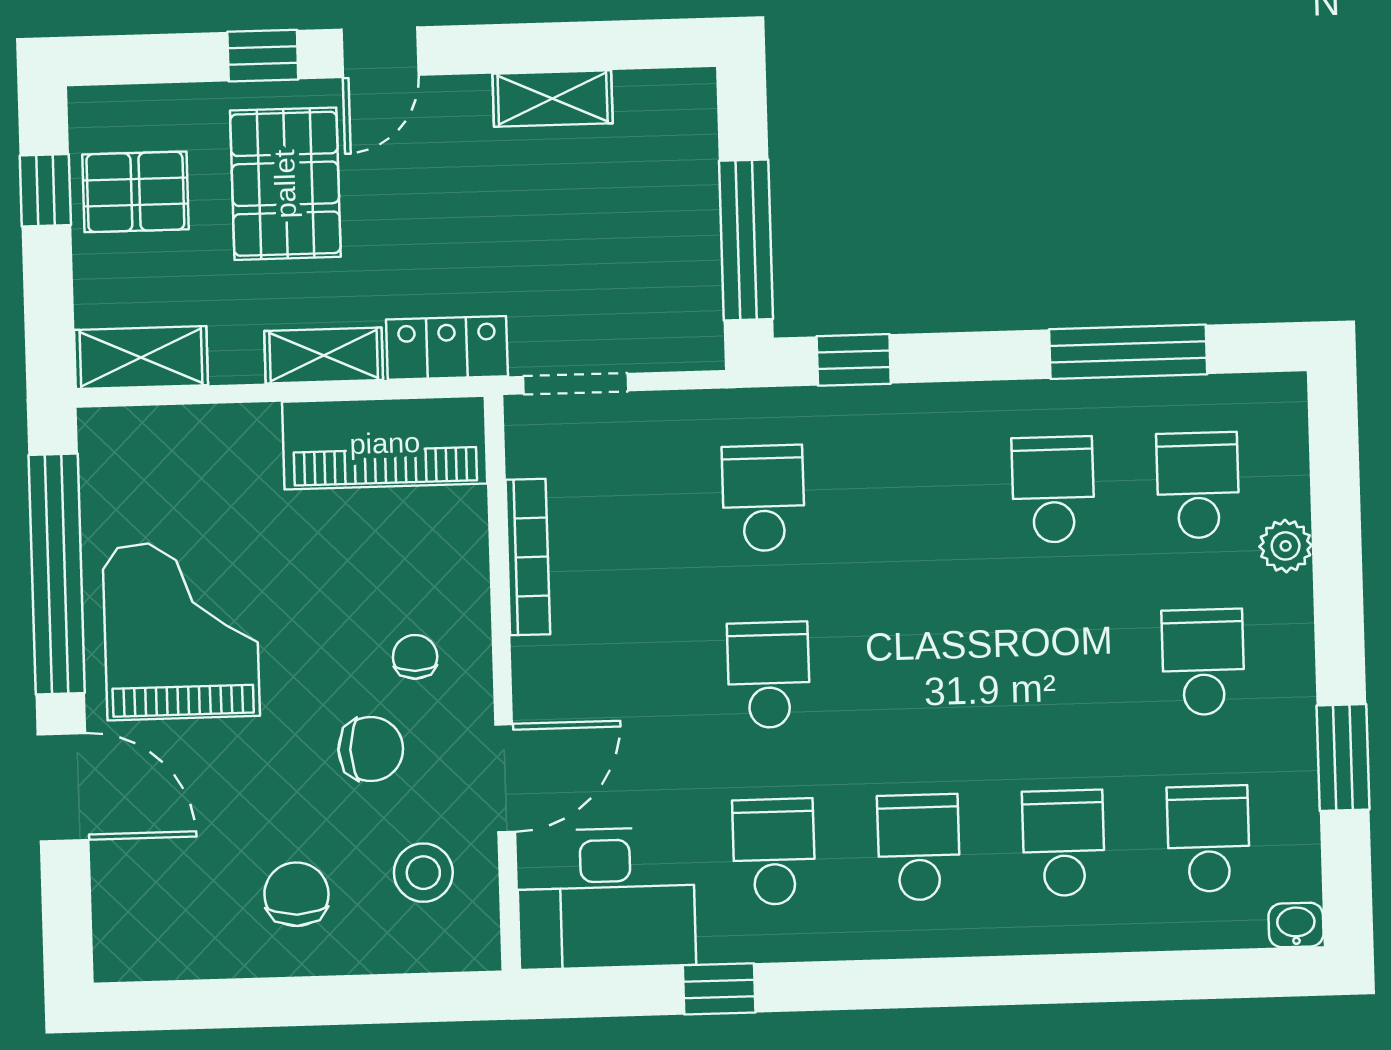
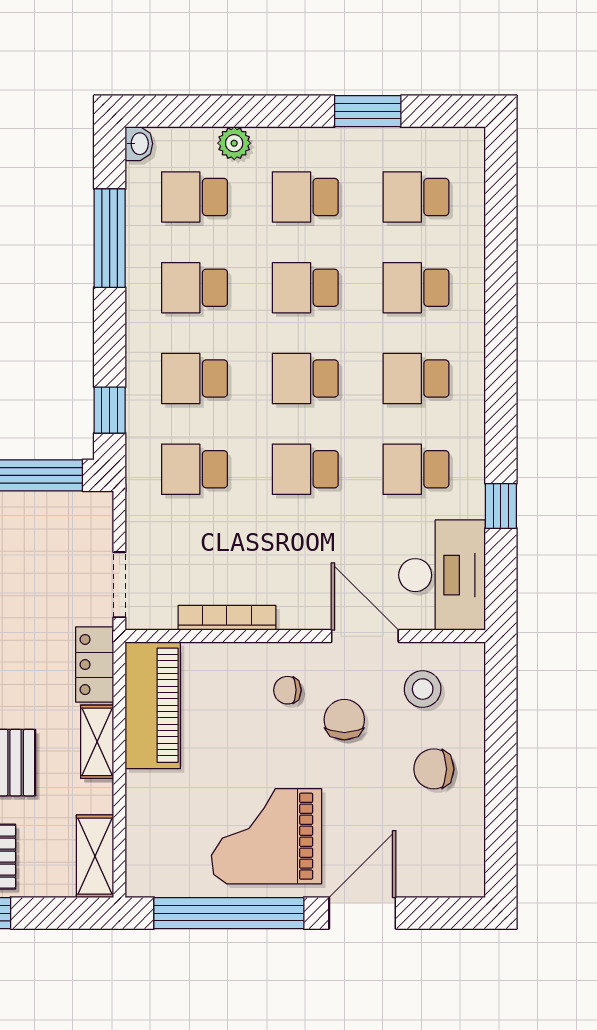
school desk: (908, 494) -> (195, 378), added
school desk: (1058, 666) -> (305, 288), added
school desk: (913, 671) -> (305, 378), added
washbasin: (1296, 925) -> (139, 144), moved, turned 180

